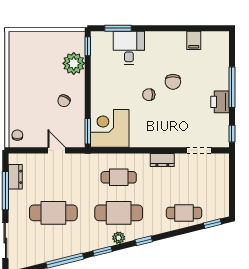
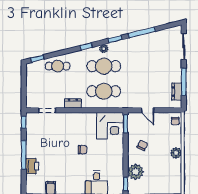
chair: (173, 82) -> (65, 159), removed
plant: (16, 90) -> (176, 153), added
printer: (220, 102) -> (32, 166), moved
cafe table: (119, 177) -> (104, 91), width x1.37, depth x1.35
cafe table: (53, 213) -> (150, 66), removed

